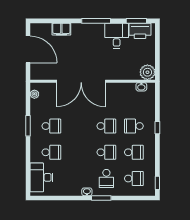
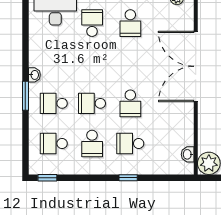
school desk: (134, 126) -> (130, 144), turned -90
school desk: (51, 152) -> (92, 23), turned 180
school desk: (106, 152) -> (92, 103), turned 90
school desk: (134, 179) -> (54, 144), turned 90

